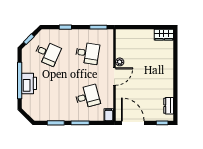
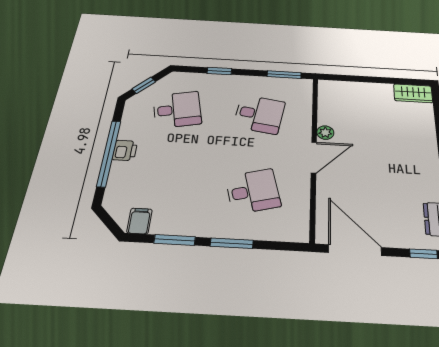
desk: (47, 53) -> (177, 110), turned -36
printer: (29, 83) -> (125, 150), width x0.53, depth x0.68
filing cabinet: (109, 115) -> (140, 221), moved

